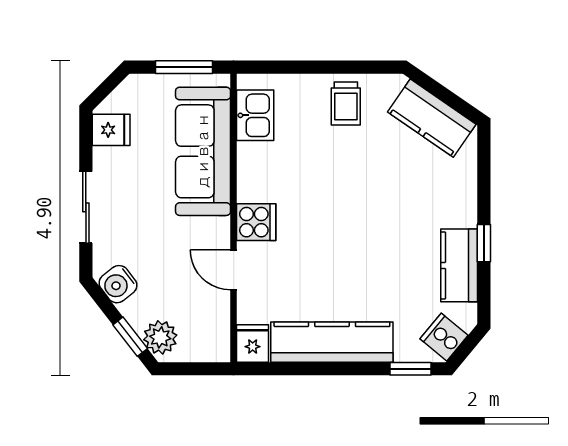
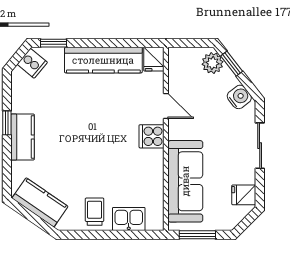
kitchen sink: (255, 115) -> (129, 219), moved, turned 90
kitchen counter: (459, 265) -> (23, 137), moved

